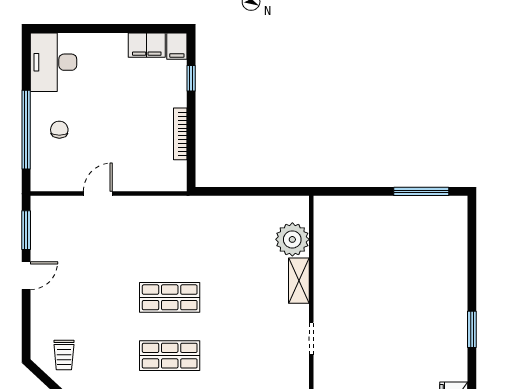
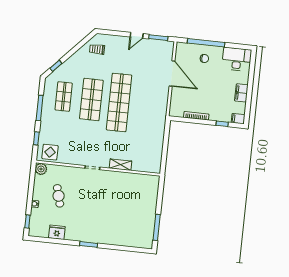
filing cabinet: (147, 45) -> (241, 93), moved
door: (98, 194) -> (172, 74), width x1.87
plant: (292, 239) -> (140, 164), removed
door: (26, 276) -> (137, 35), hinge flipped
shop shelf: (170, 297) -> (119, 102), width x2.00, depth x1.36
shop shelf: (170, 356) -> (91, 99), width x1.43, depth x1.36

